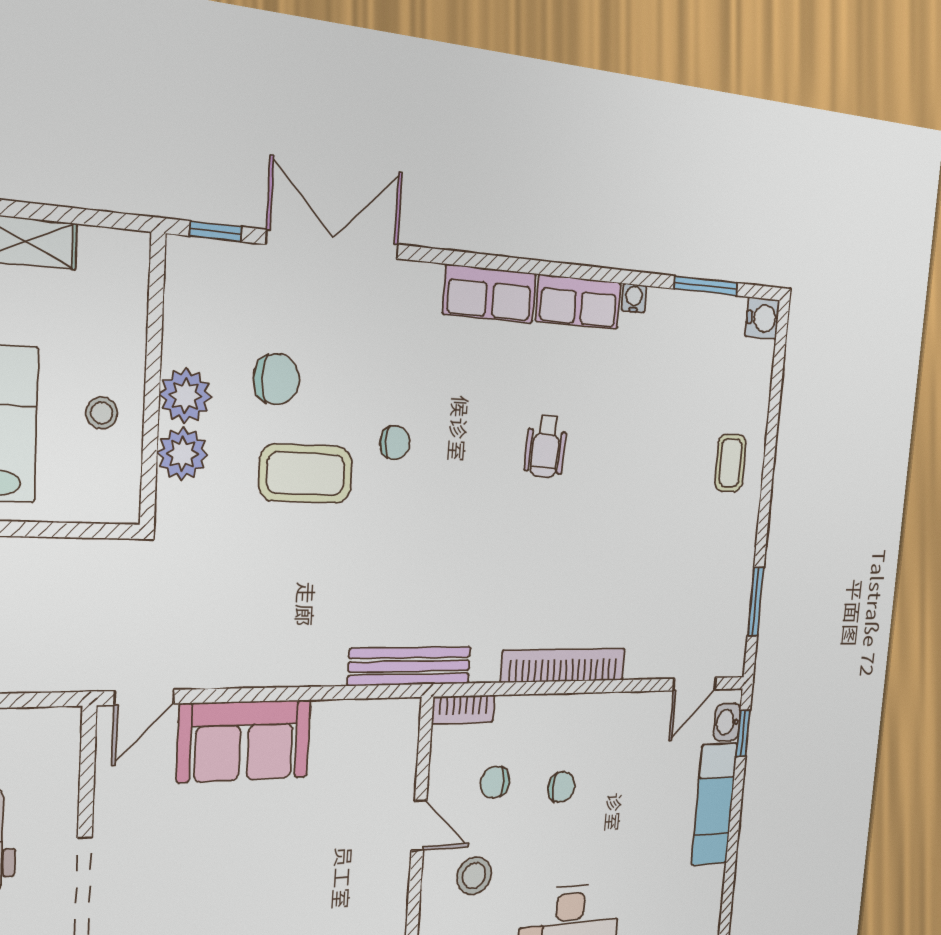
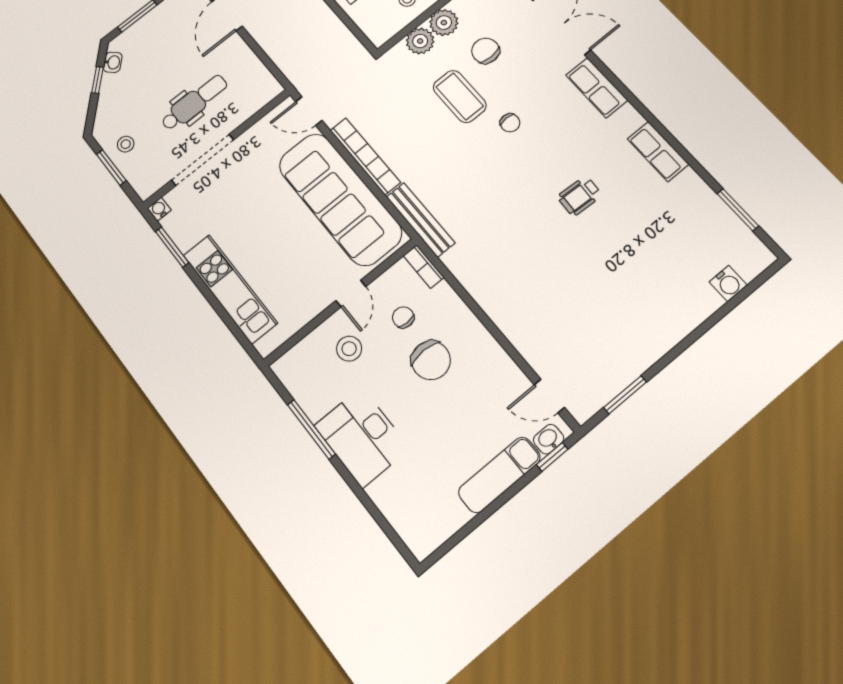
row of seats: (490, 294) -> (597, 88), moved
water cooler: (634, 298) -> (690, 177), removed
water cooler: (762, 318) -> (728, 283), moved
chair: (276, 379) -> (485, 51), turned 180
coffee table: (731, 463) -> (675, 307), removed
bookcase: (564, 665) -> (365, 156), moved
sofa: (244, 741) -> (340, 199), width x1.85, depth x1.27
chair: (561, 787) -> (431, 360), width x1.87, depth x1.87

